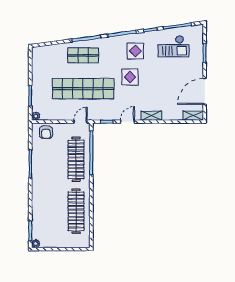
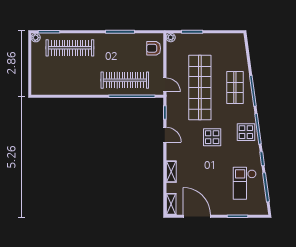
display table: (135, 51) -> (246, 132), moved
shelving: (151, 116) -> (171, 172), moved
clothes rail: (76, 211) -> (70, 48), moved

